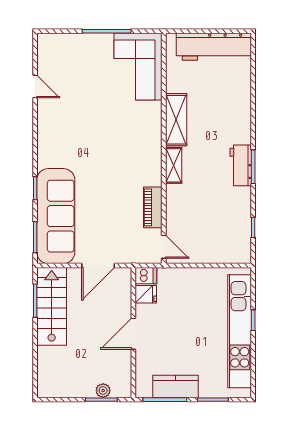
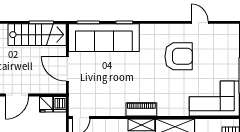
door: (35, 87) -> (200, 22), swing flipped
armchair: (81, 115) -> (179, 56), added
piano: (153, 207) -> (141, 109), moved
door: (133, 334) -> (17, 95), swing flipped

